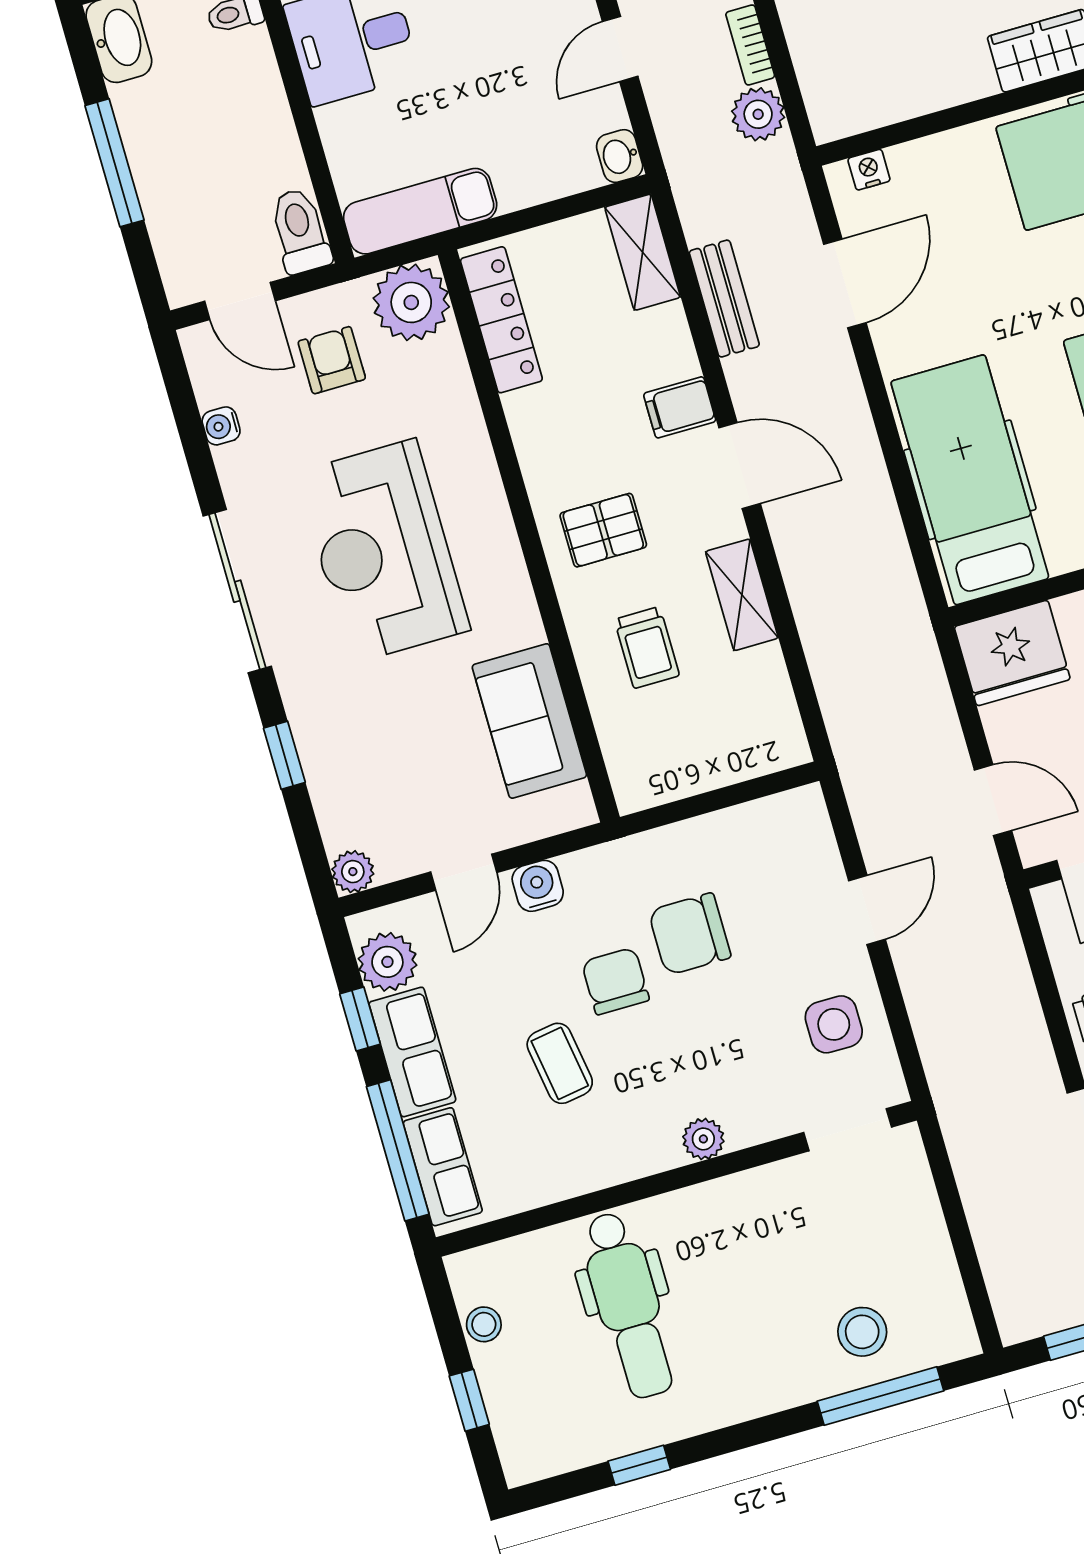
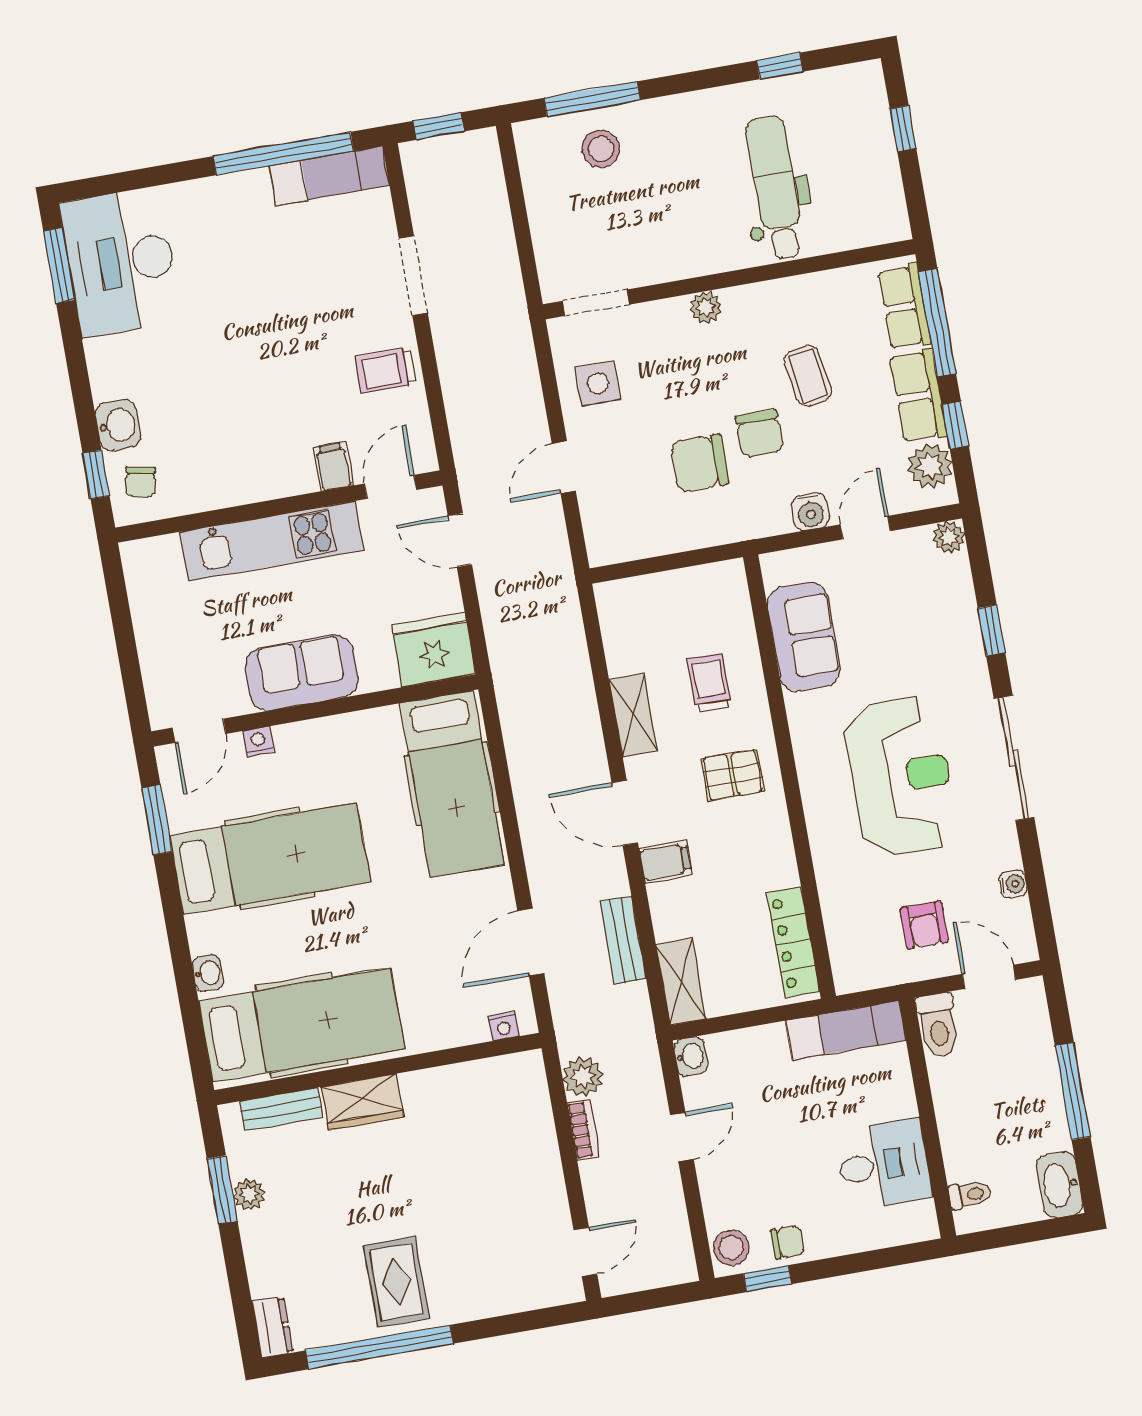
plant: (411, 302) -> (860, 962), removed
chair: (690, 934) -> (700, 463), turned 180
stool: (484, 1324) -> (886, 185), removed

